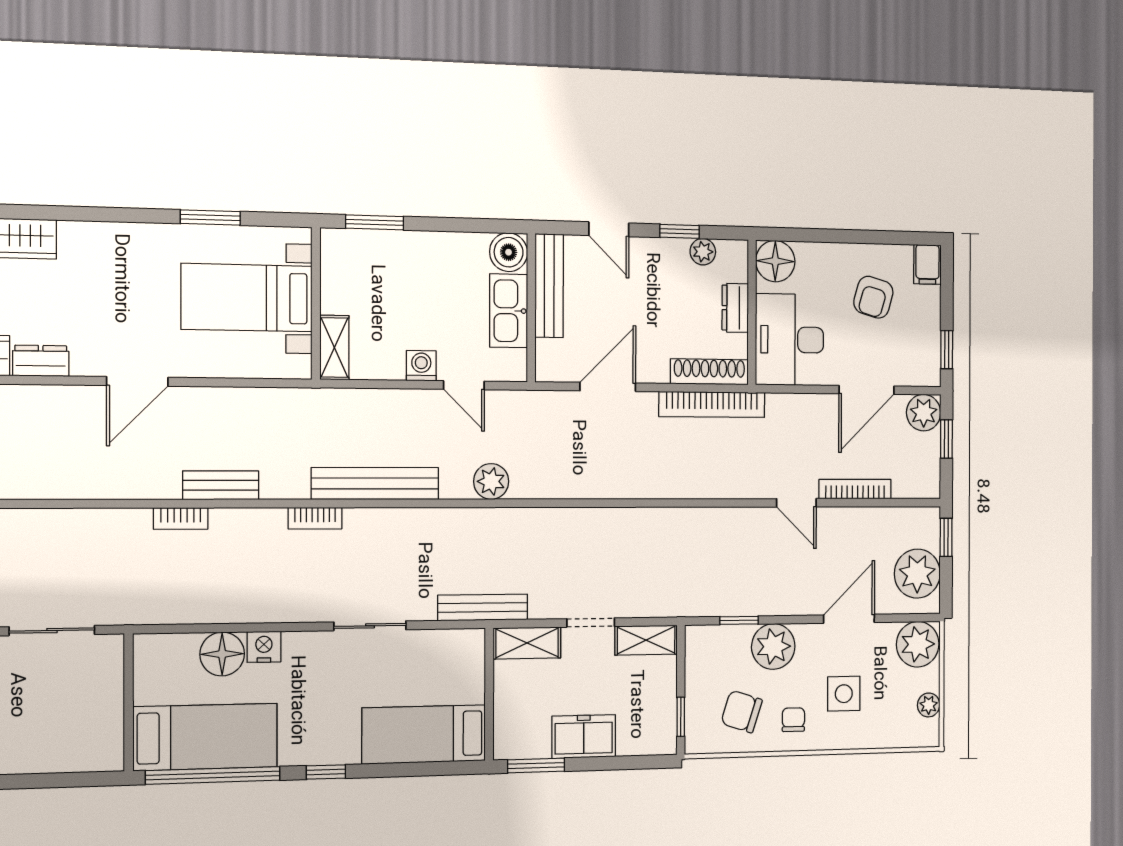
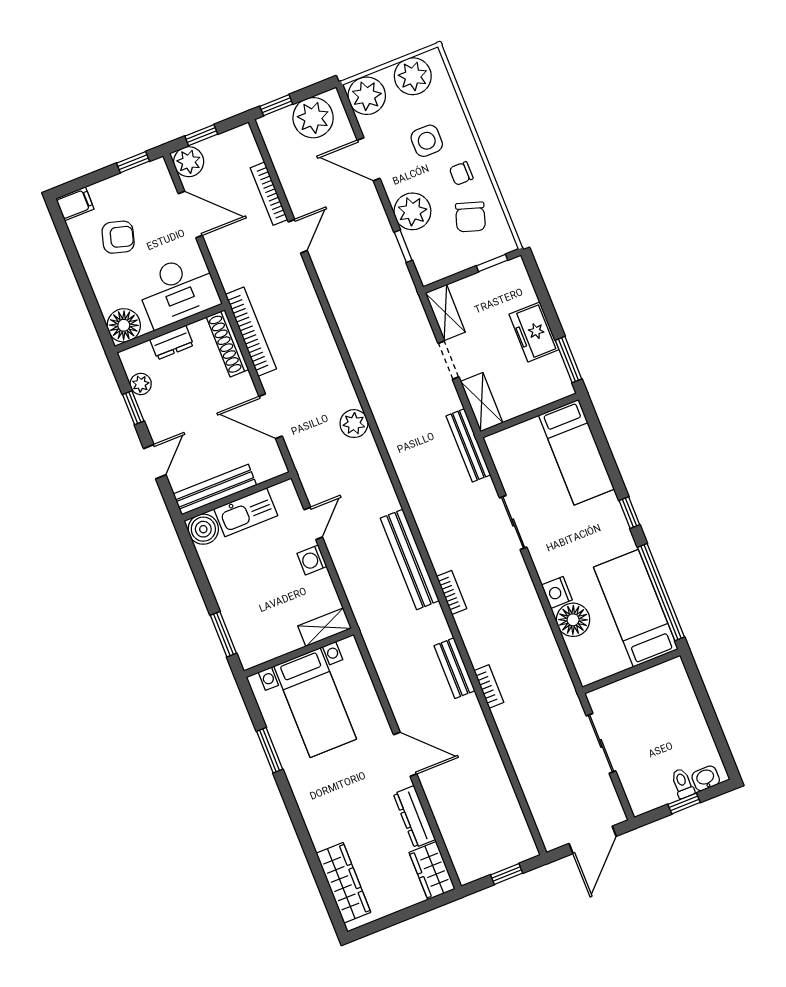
dresser: (41, 361) -> (414, 817), width x1.44
plant: (491, 481) -> (354, 424), moved
plant: (929, 705) -> (413, 76), width x1.88, depth x1.88

